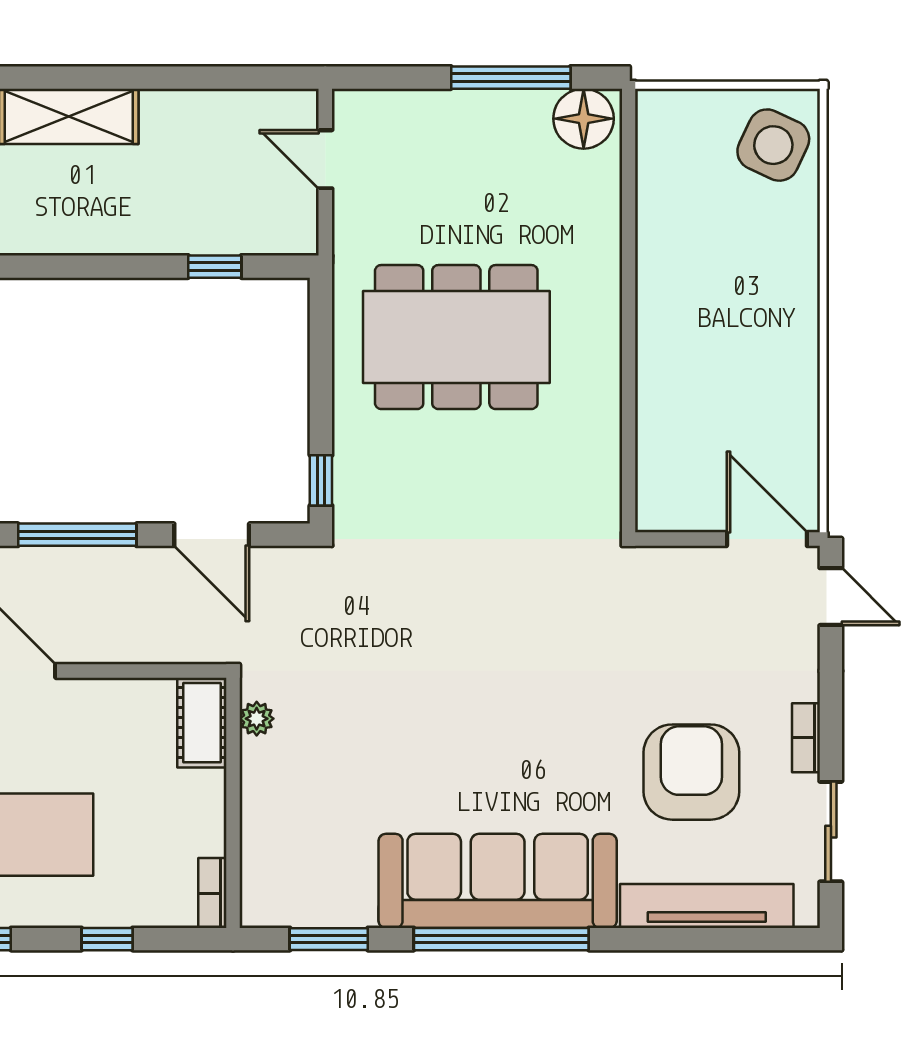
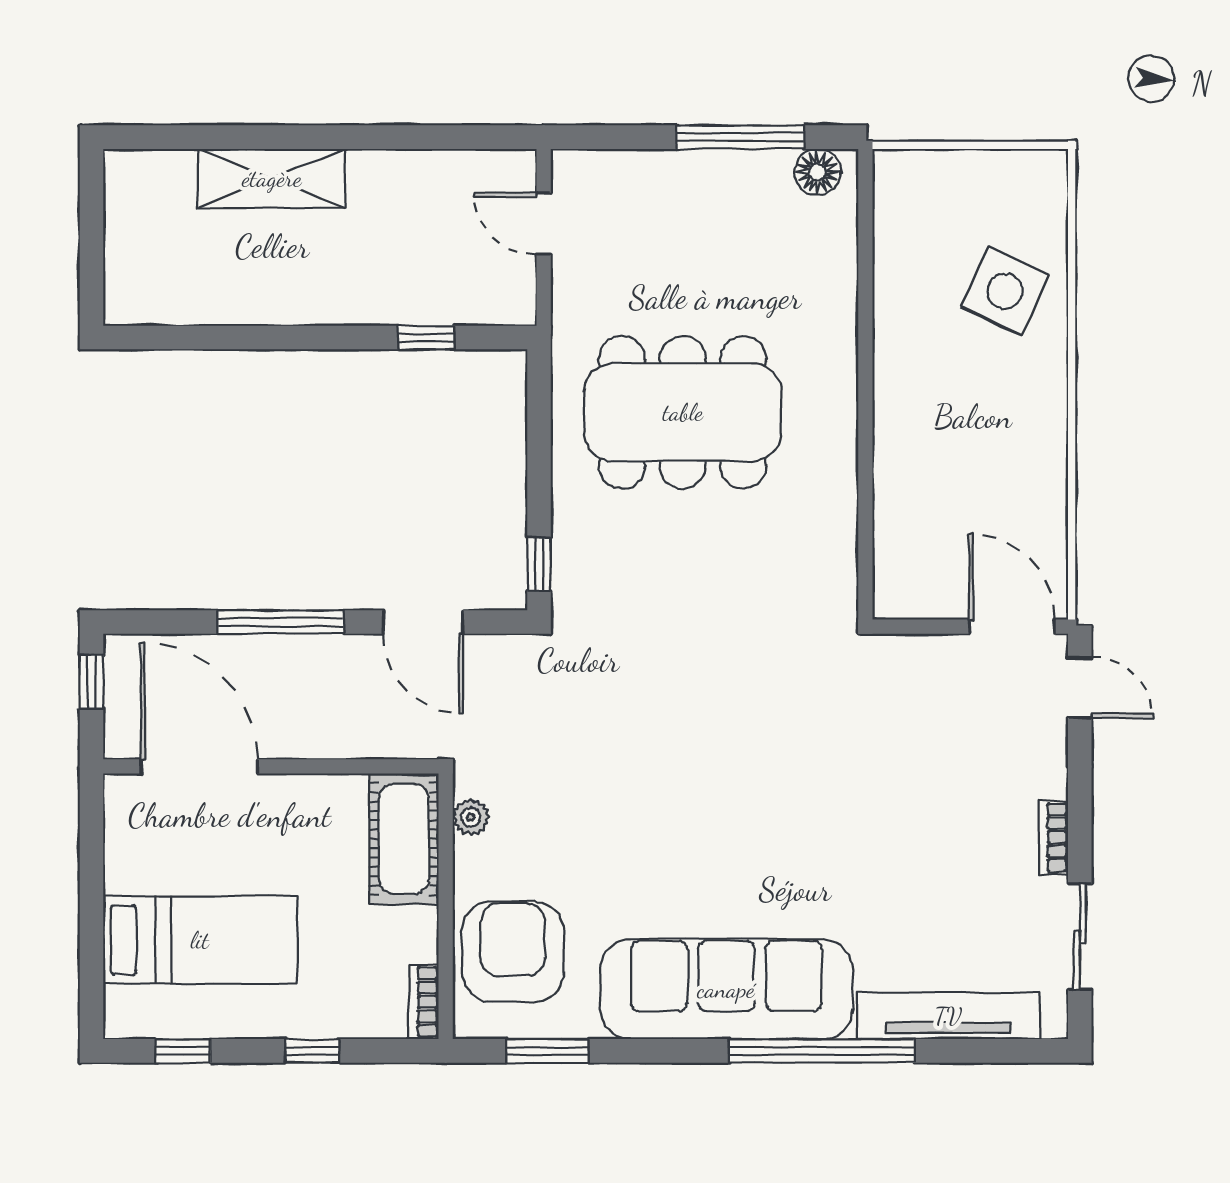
floor lamp: (584, 119) -> (818, 172), width x0.73, depth x0.73
side table: (773, 145) -> (1005, 291), moved
cot: (202, 723) -> (404, 839), width x1.37, depth x1.34
armchair: (691, 772) -> (513, 952), moved
window: (501, 939) -> (822, 1051), moved

